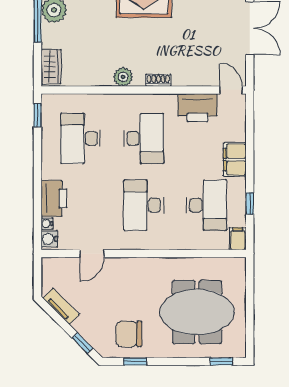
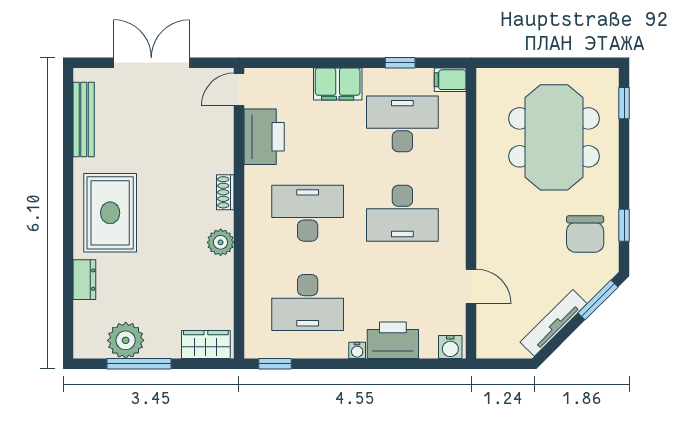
water cooler: (47, 224) -> (357, 350), moved
tv unit: (61, 306) -> (554, 323), width x1.41
window: (82, 343) -> (598, 300), width x1.50

